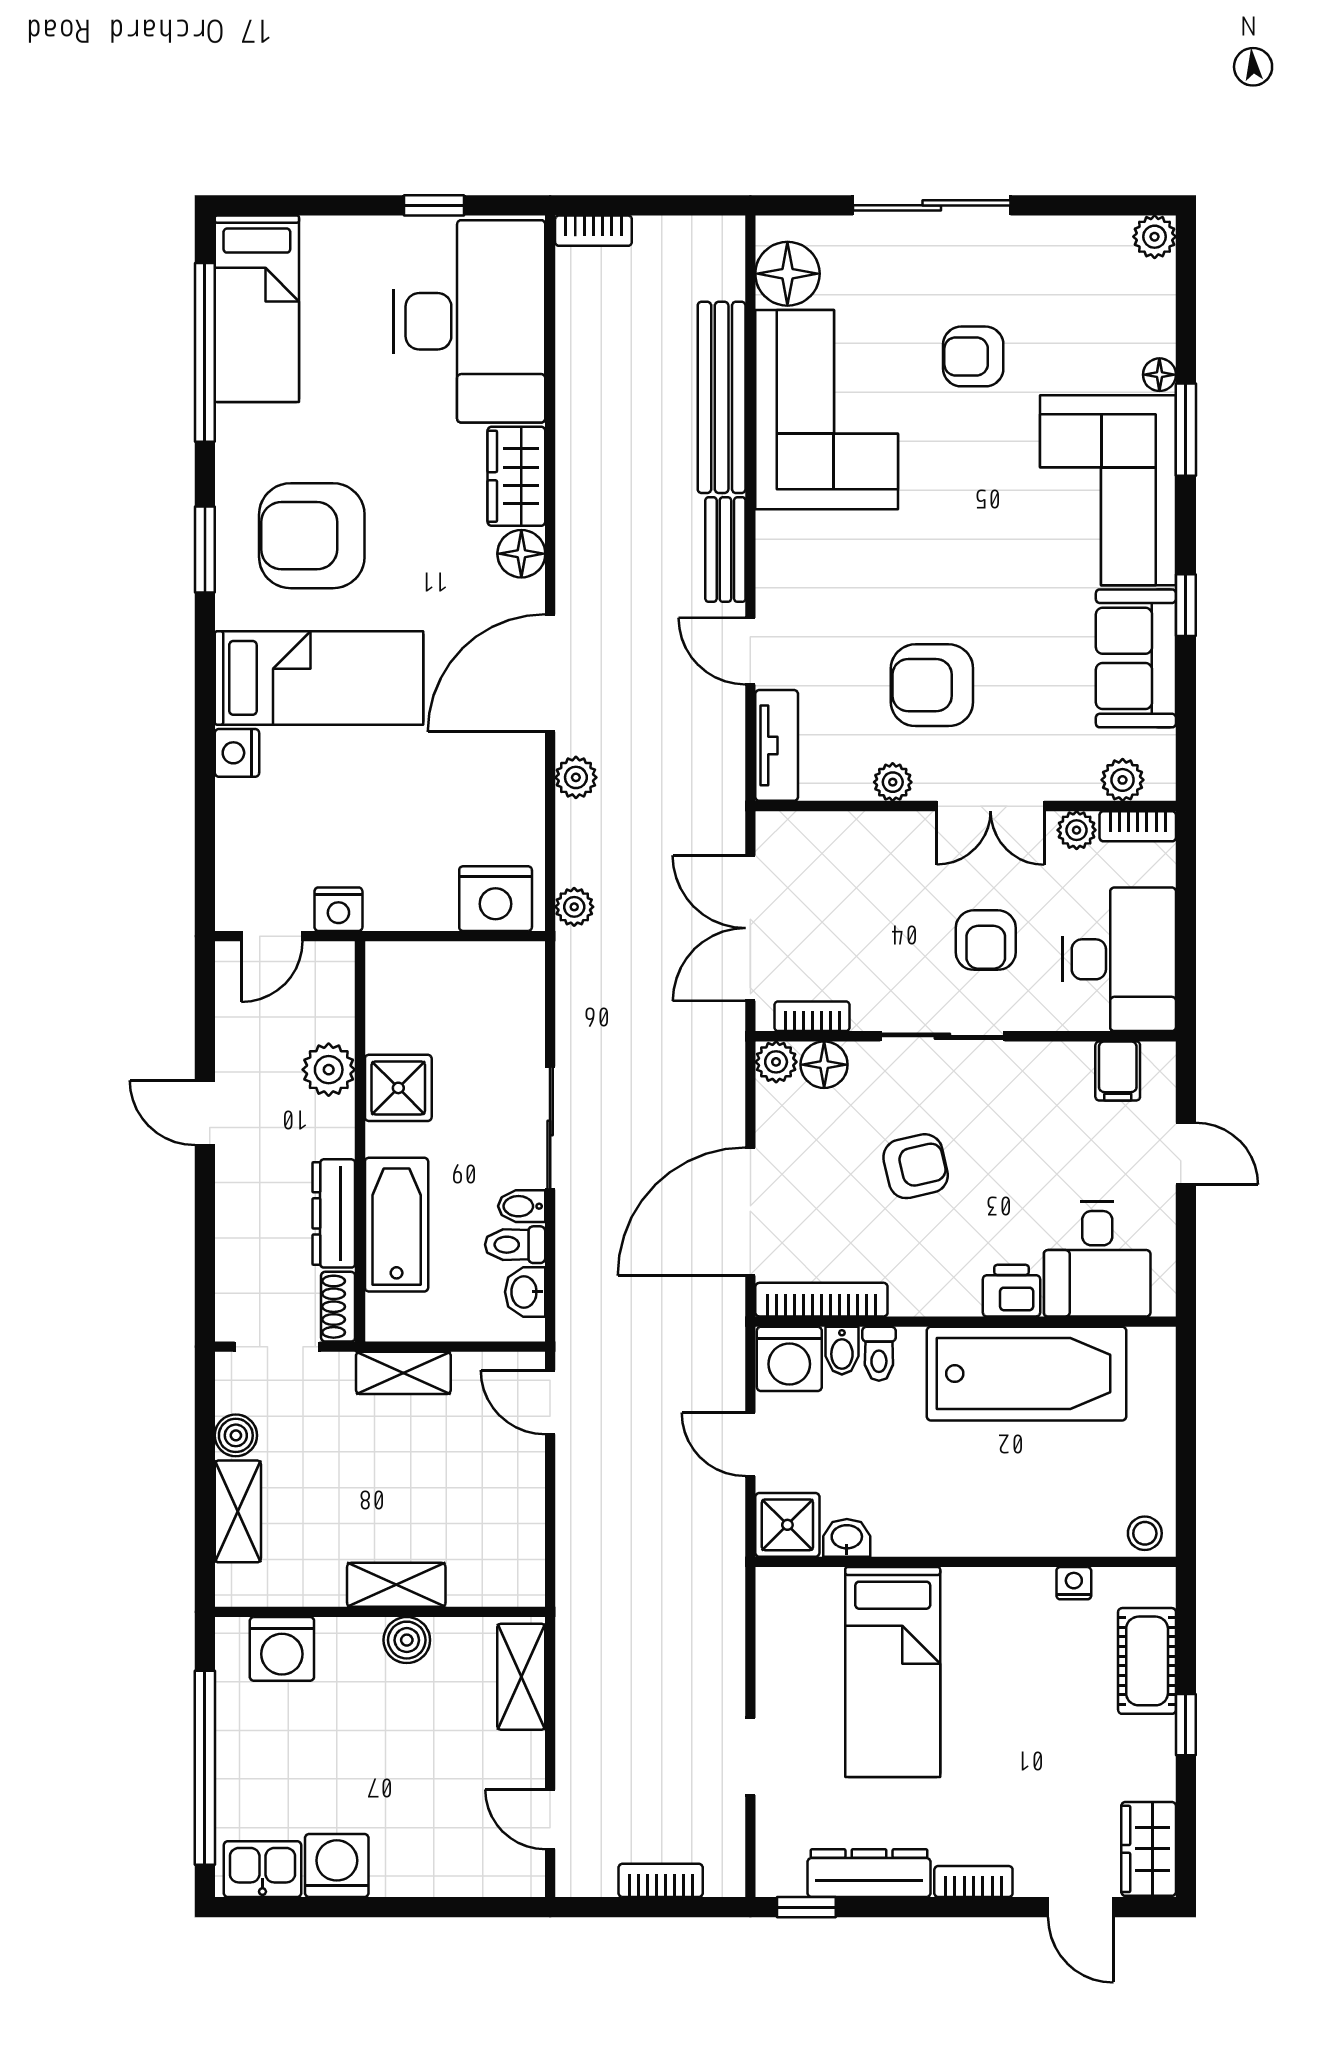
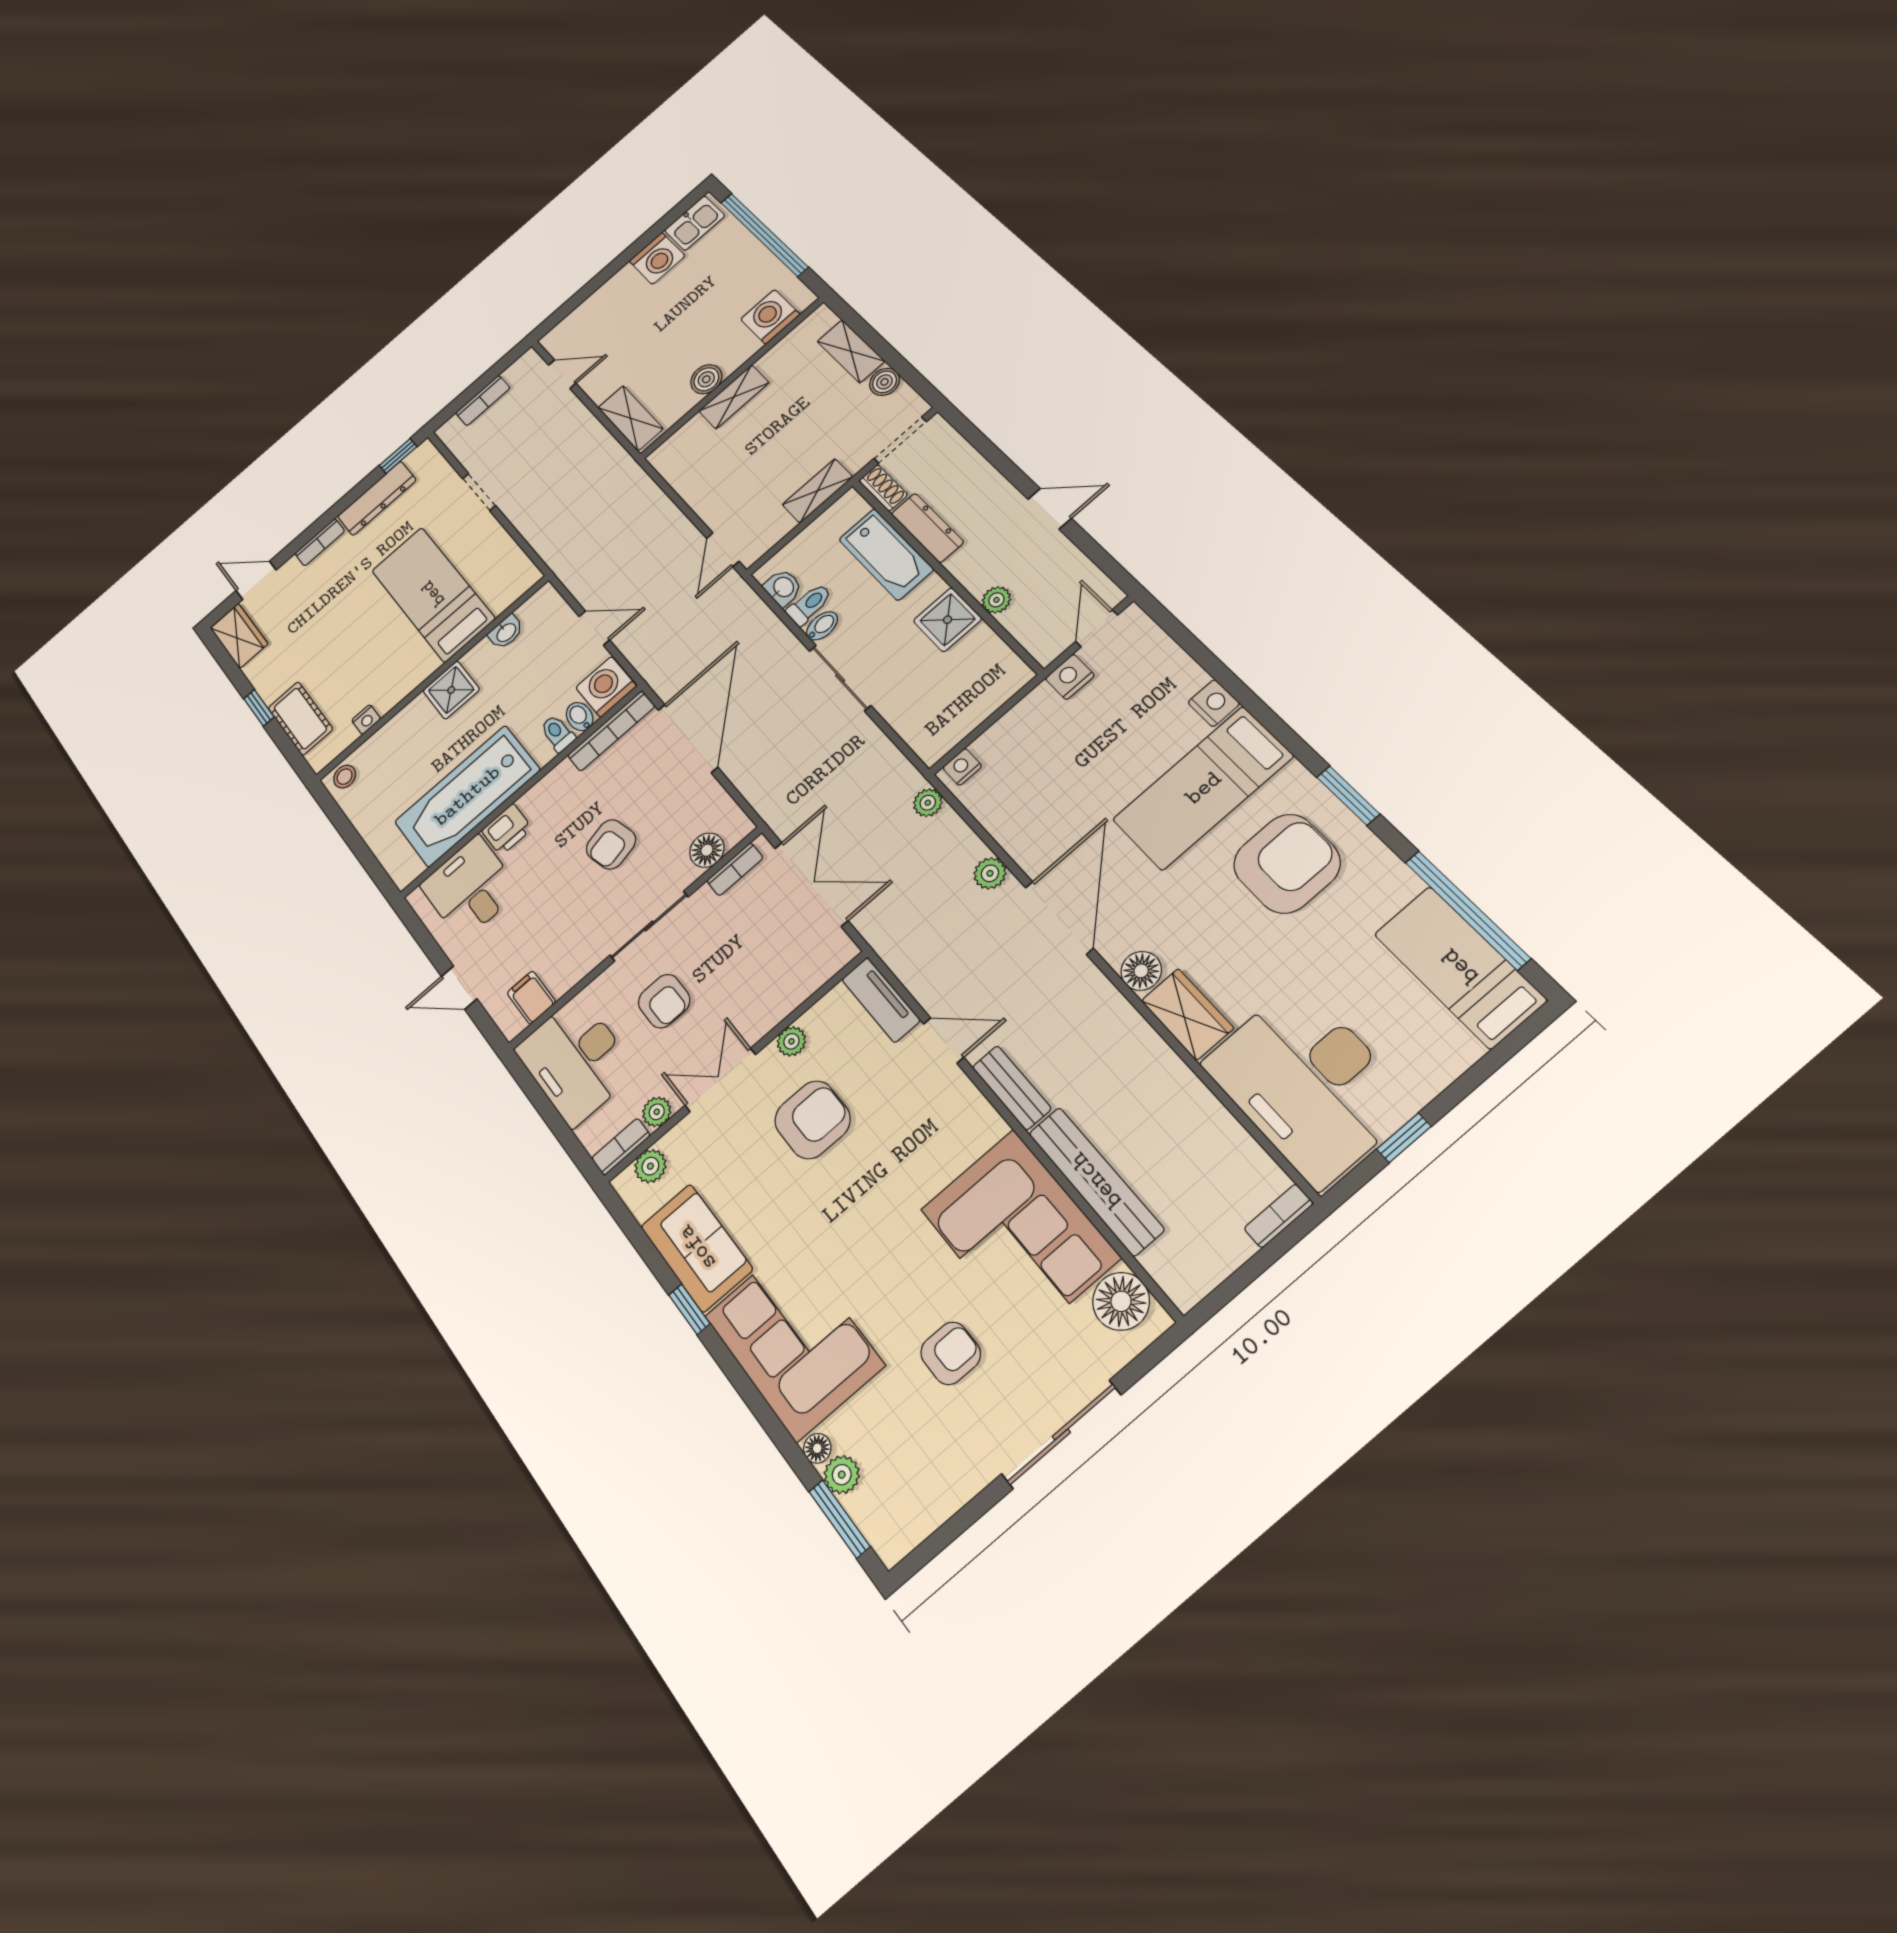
plant: (1155, 237) -> (842, 1475), moved
window: (1186, 430) -> (839, 1519), moved
nightstand: (496, 899) -> (962, 767), width x0.53, depth x0.56
armchair: (986, 940) -> (664, 1001), turned 180
plant: (776, 1062) -> (736, 827), removed
plant: (329, 1070) -> (996, 600), width x0.73, depth x0.73
door: (550, 1402) -> (723, 550), swing flipped
shower: (787, 1525) -> (451, 690), moved

